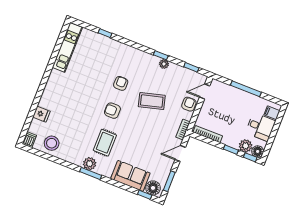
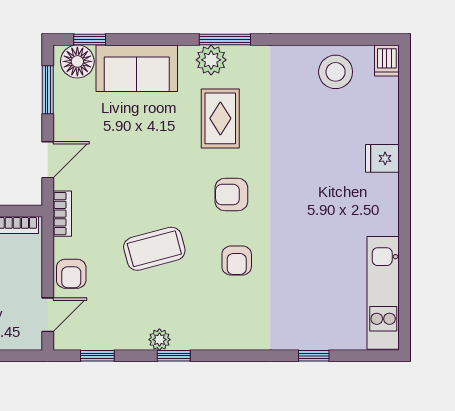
armchair: (112, 111) -> (231, 195), turned 180
fridge: (41, 114) -> (382, 158), moved
plant: (90, 164) -> (211, 60), moved

